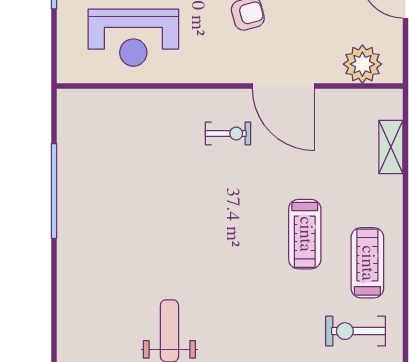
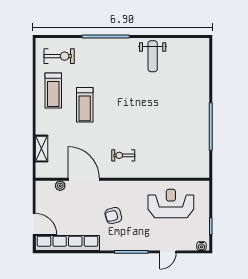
plant: (362, 64) -> (60, 186), width x0.53, depth x0.53
door: (283, 86) -> (84, 179), moved
treadmill: (305, 234) -> (85, 105), turned 180

